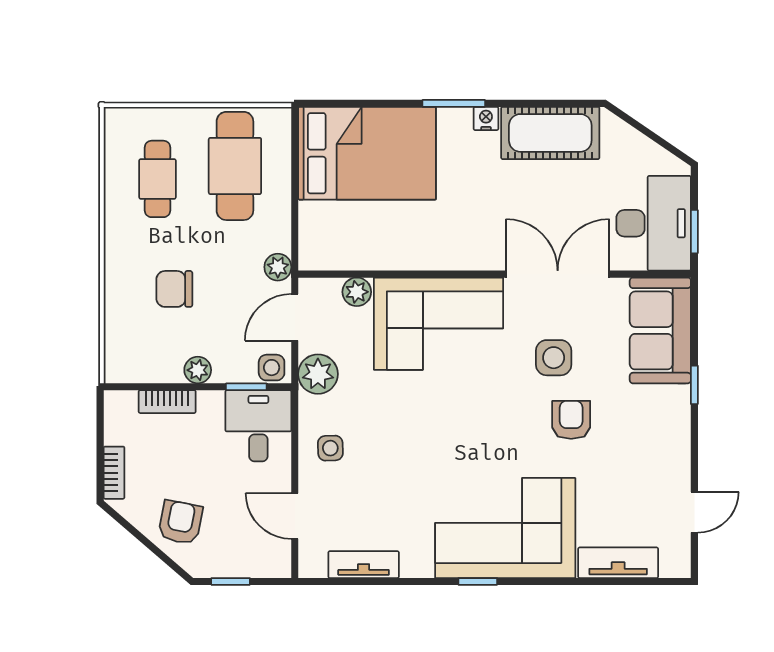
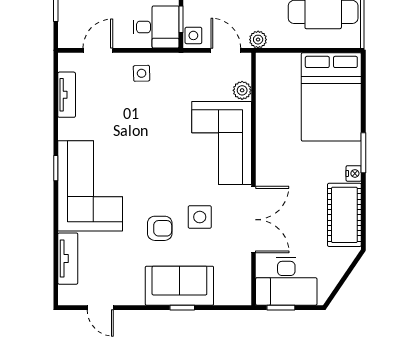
sofa: (660, 330) -> (179, 286), moved
plant: (318, 374) -> (189, 65), removed

